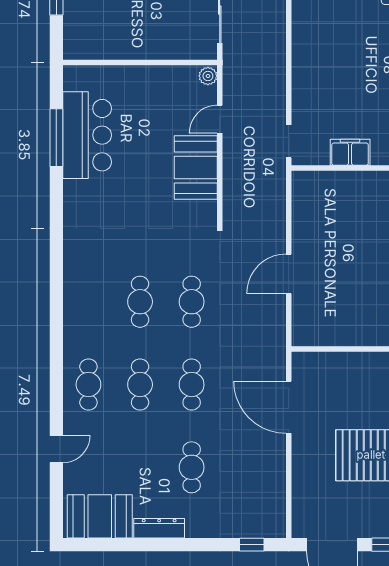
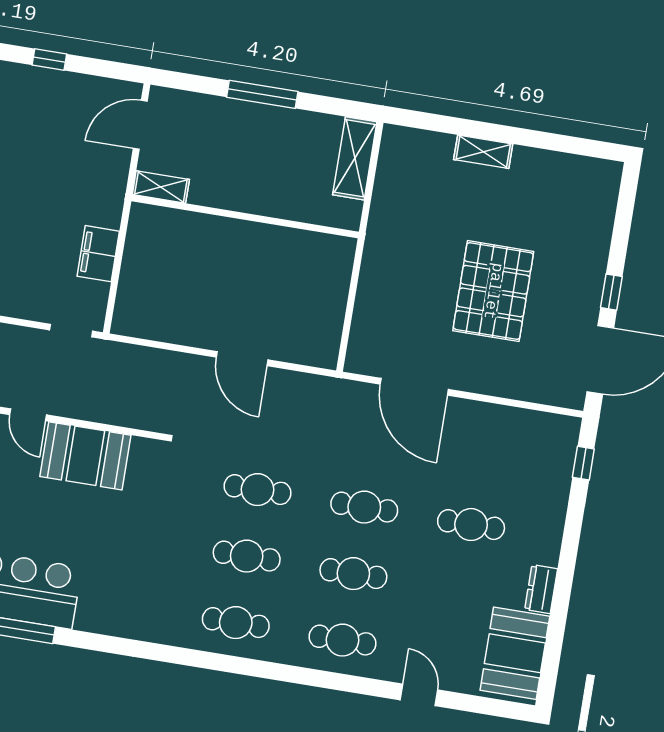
cafe table: (88, 302) -> (236, 623), added
door: (289, 407) -> (414, 387), hinge flipped
dresser: (159, 528) -> (541, 589), width x0.70

